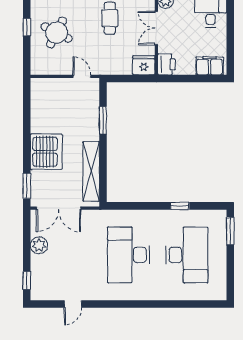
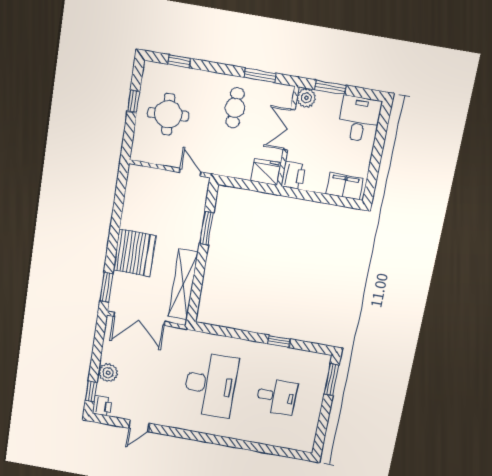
round table: (57, 33) -> (168, 114), turned -31
plant: (39, 245) -> (108, 373), moved
desk: (129, 255) -> (210, 385), turned 180
desk: (187, 255) -> (277, 397), width x0.53, depth x0.77
printer: (38, 292) -> (102, 406), added

